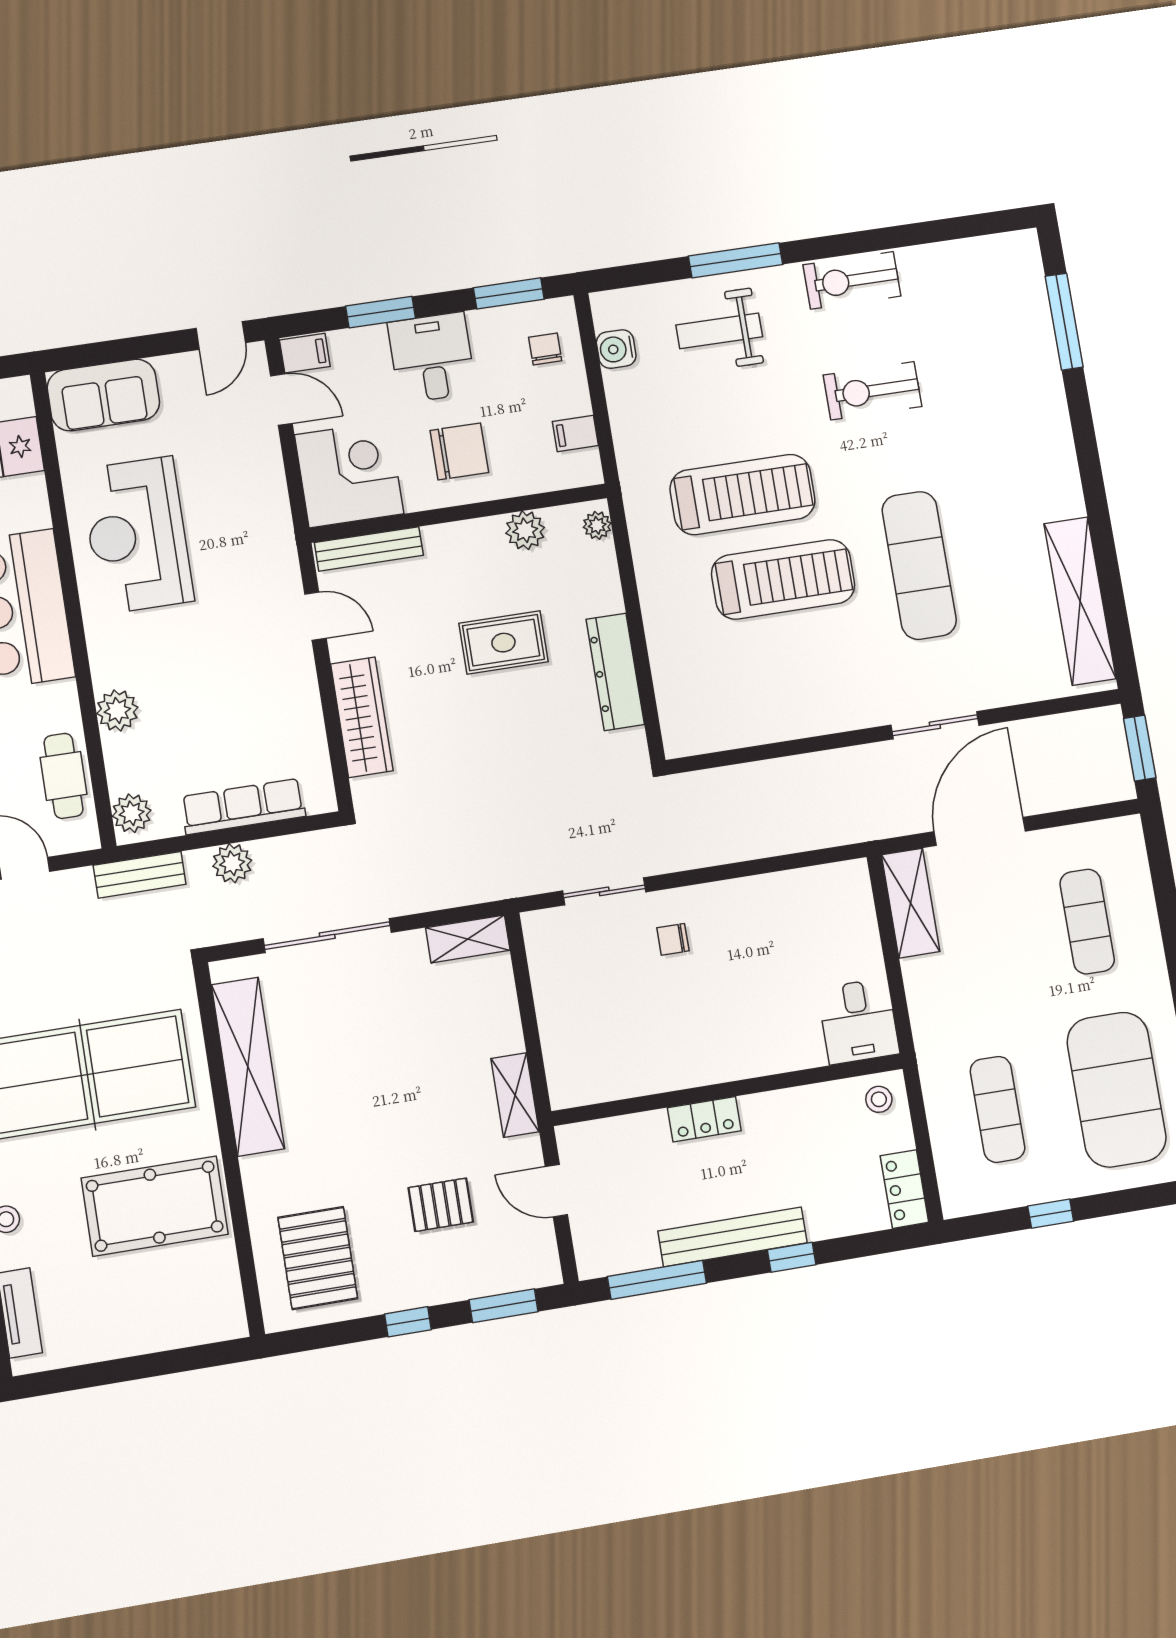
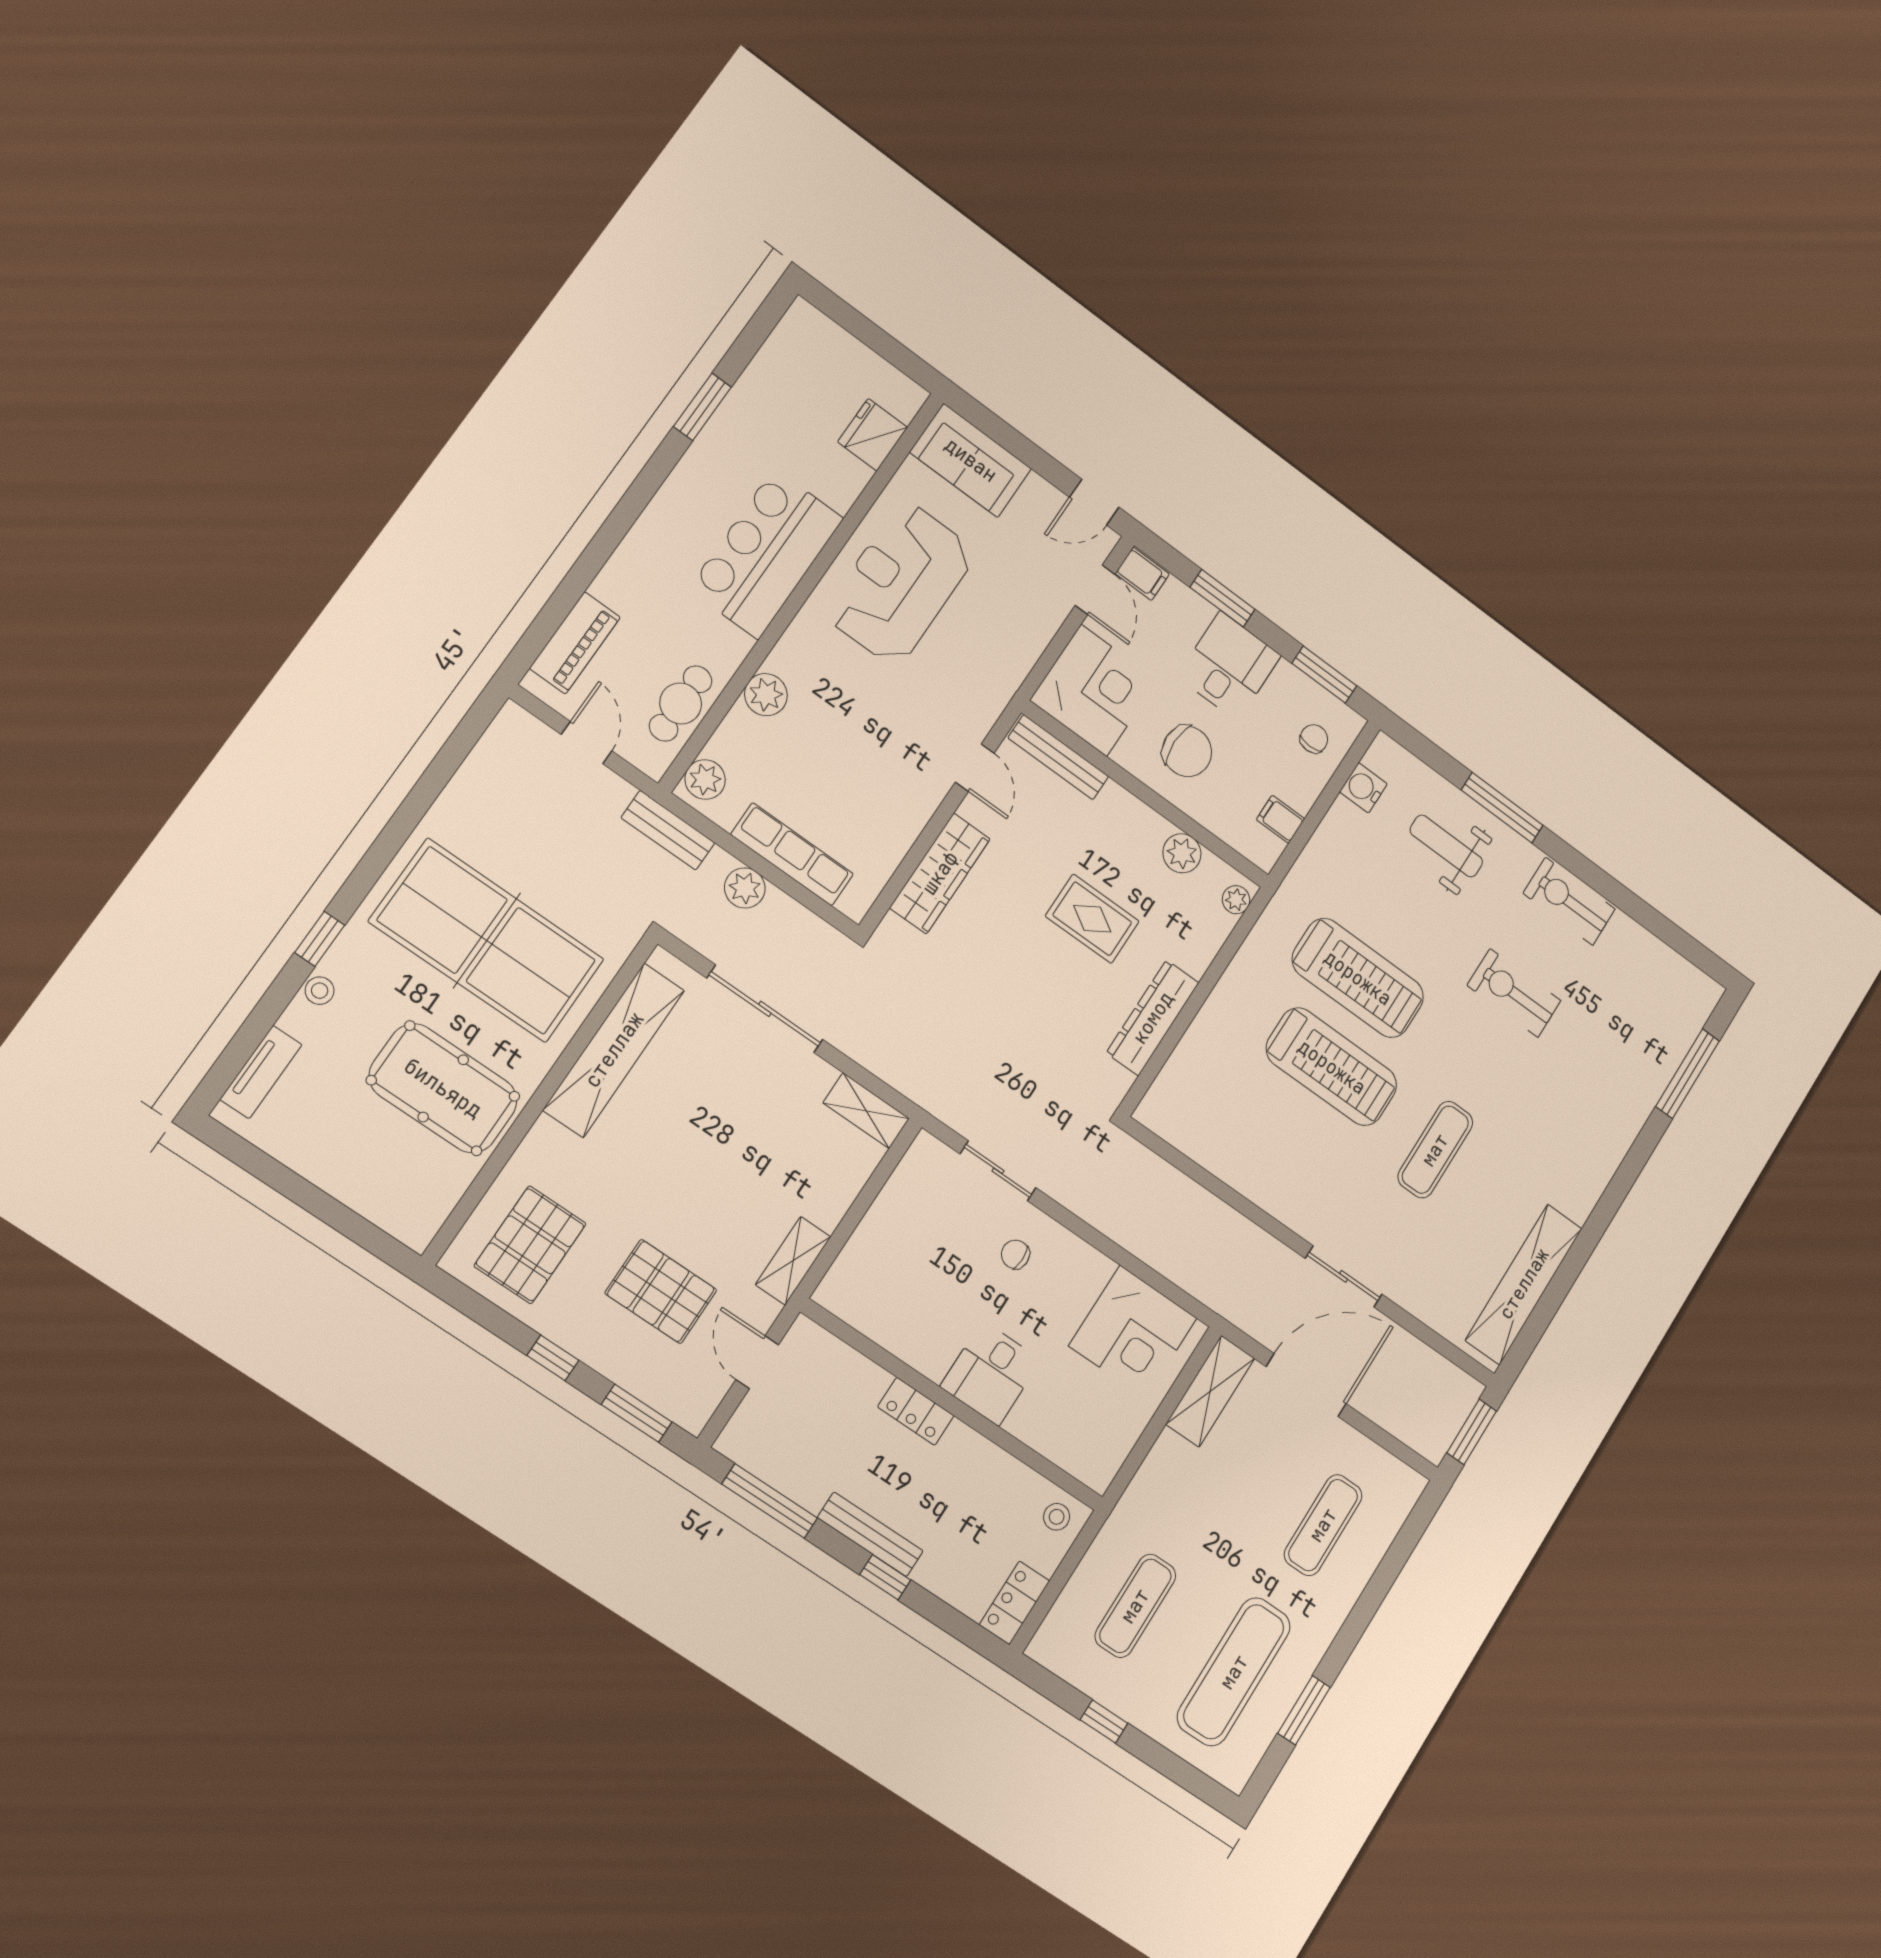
exercise mat: (919, 565) -> (1435, 1150), width x0.73, depth x0.69
corner desk: (813, 914) -> (1133, 1332), added
desk: (858, 1021) -> (991, 1373), moved
exercise mat: (1117, 1090) -> (1234, 1672), width x0.68
pallet: (441, 1205) -> (661, 1292), width x1.50, depth x1.42
bench: (733, 1237) -> (870, 1534), width x0.73, depth x0.82

